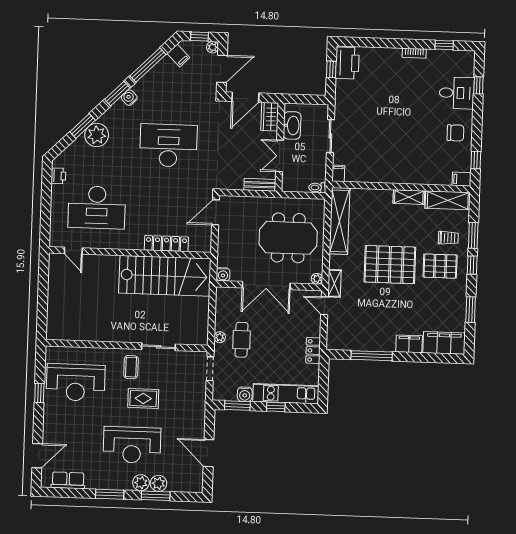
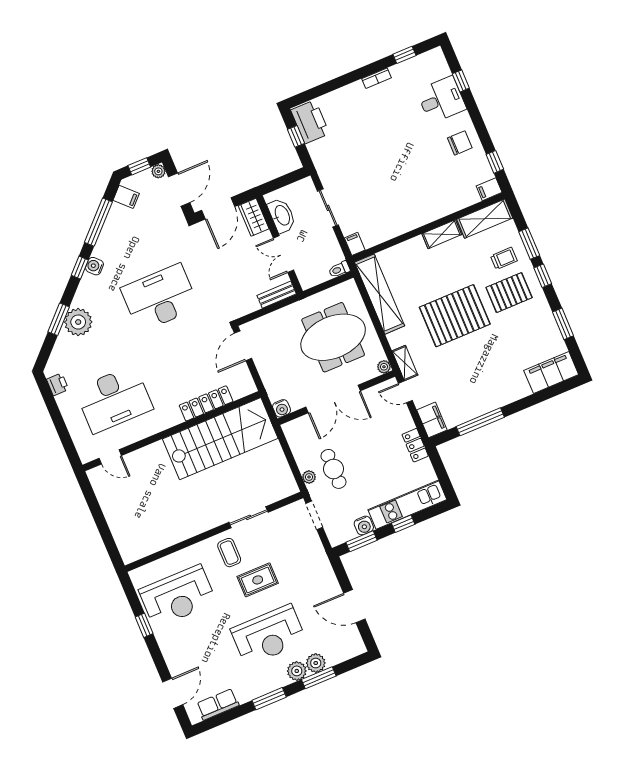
window: (117, 94) -> (80, 268), width x0.67
filing cabinet: (409, 344) -> (432, 420), moved, turned 90

